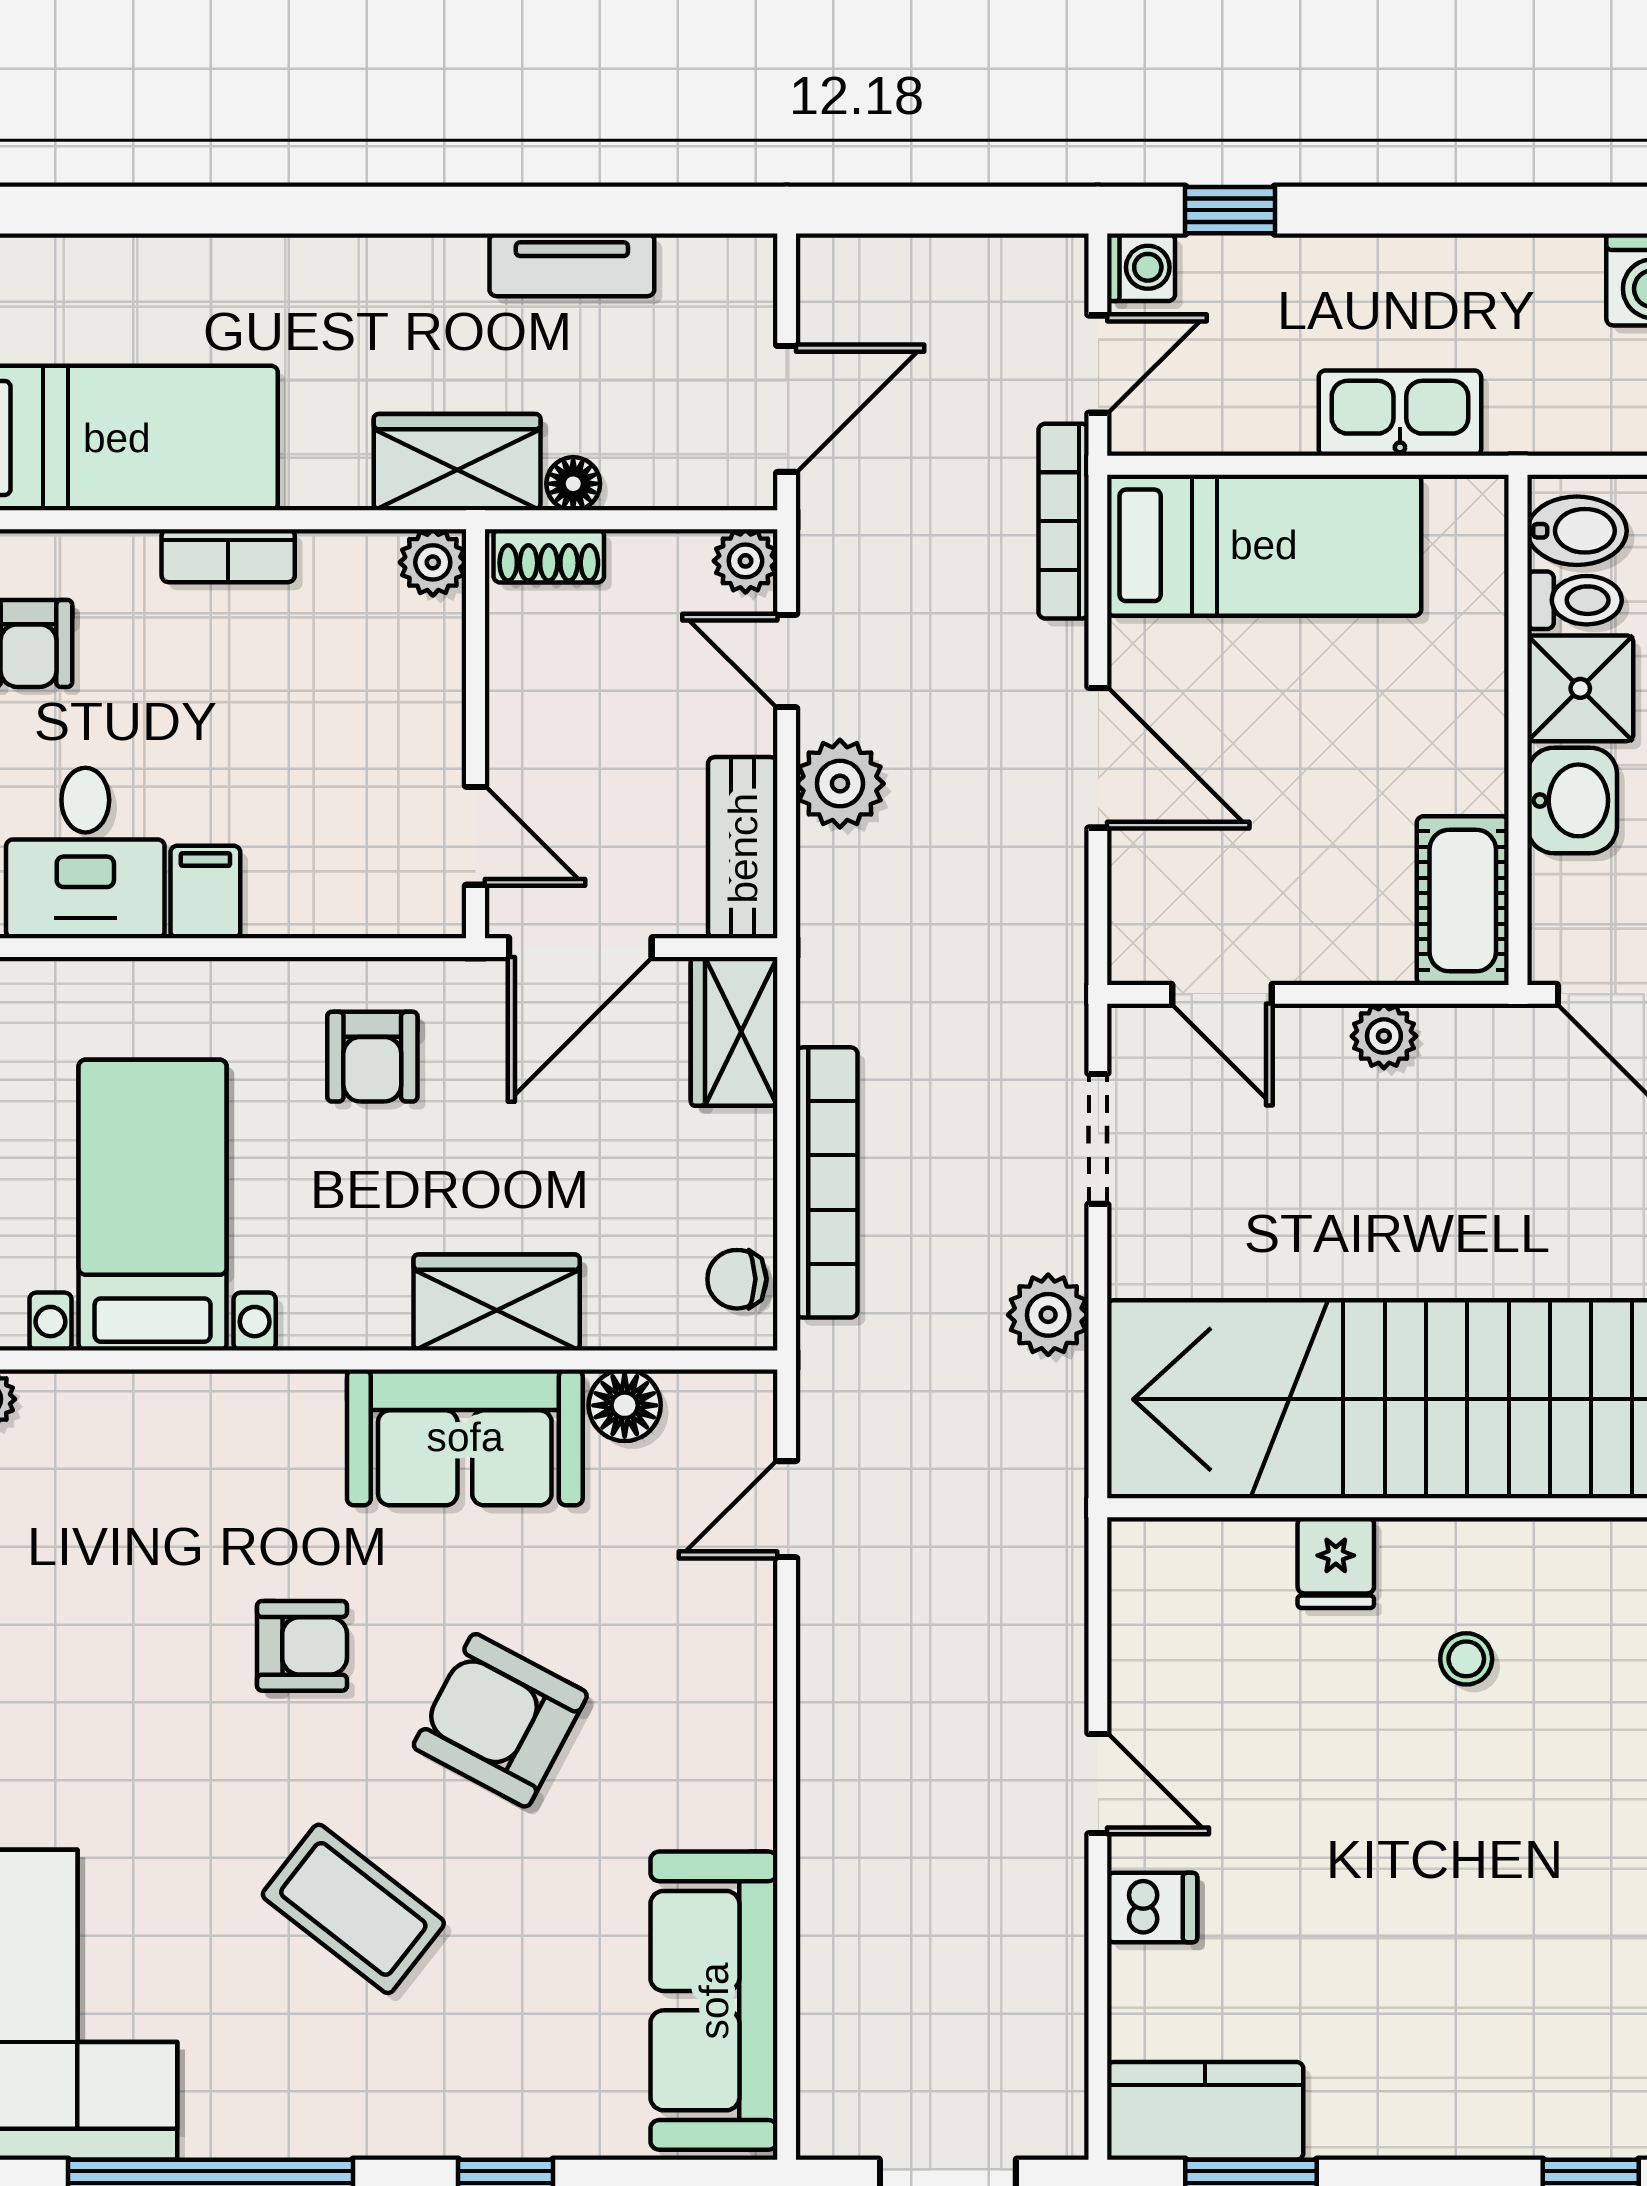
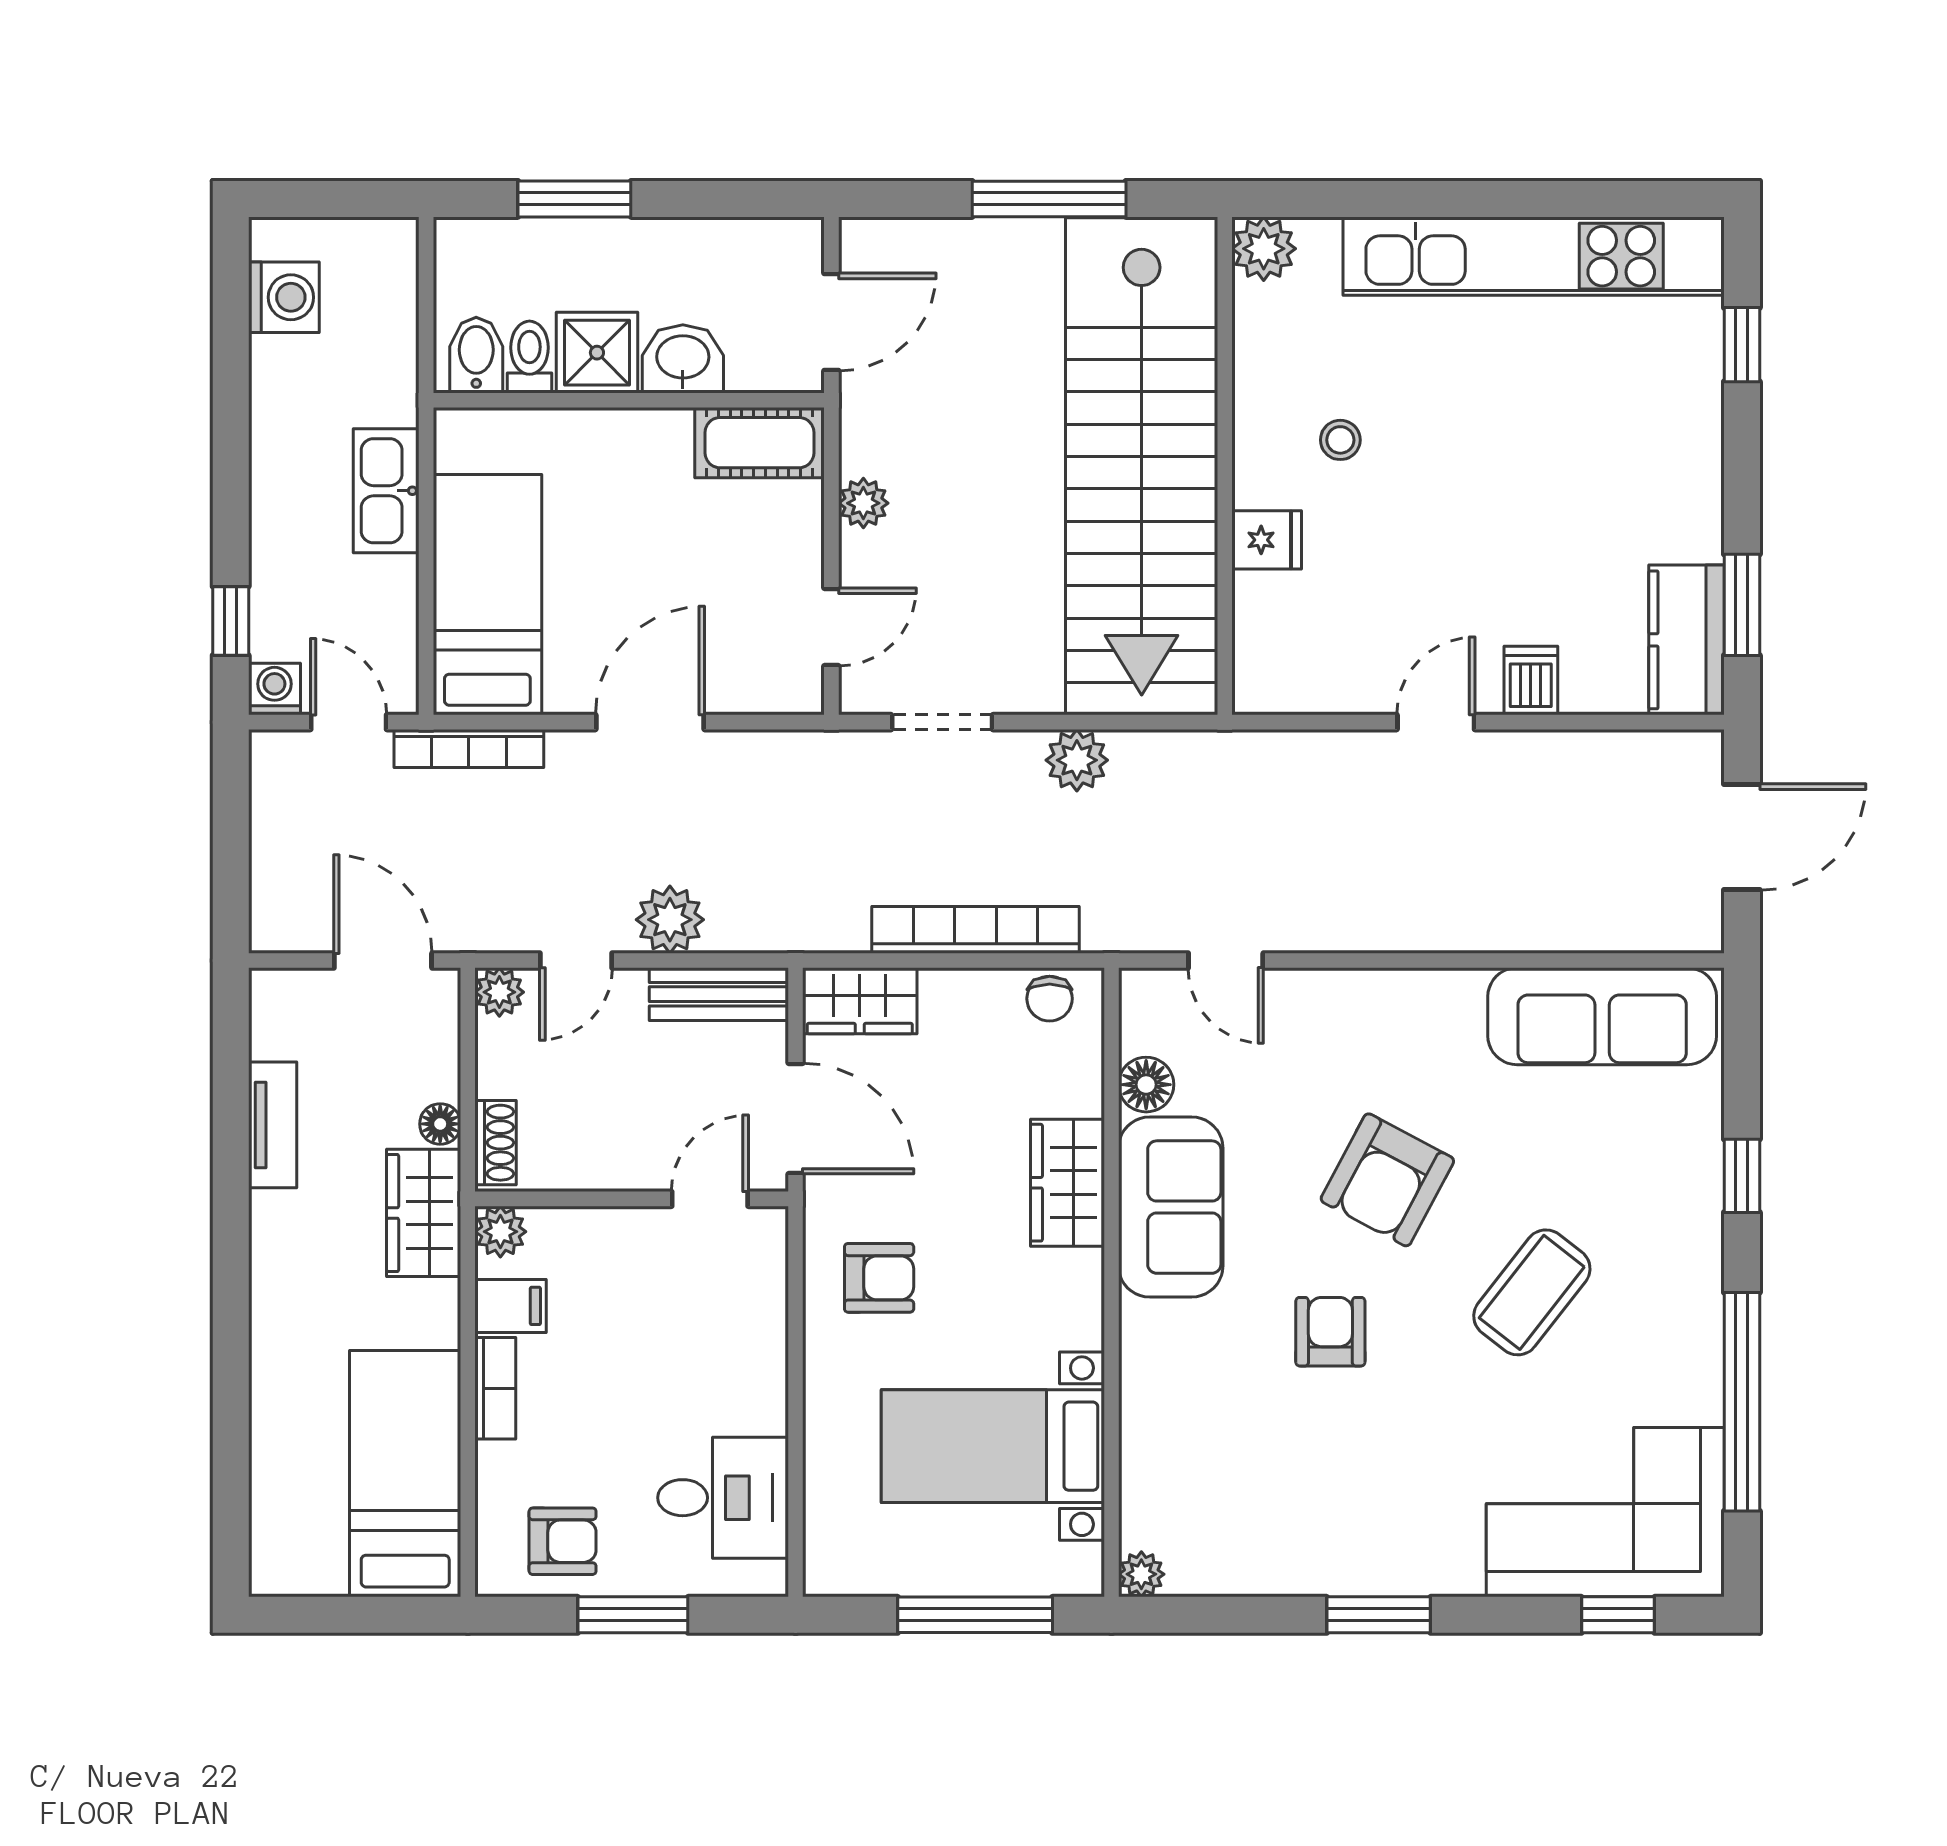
filing cabinet: (205, 892) -> (511, 1306), moved, turned 180

